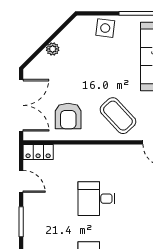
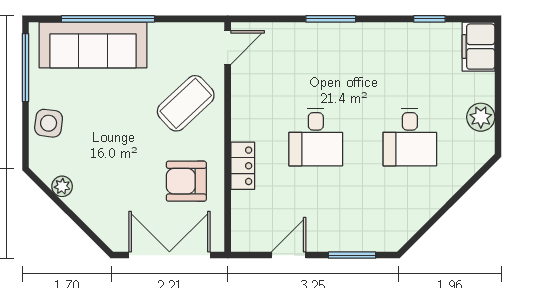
plant: (53, 49) -> (62, 186), moved
armchair: (68, 116) -> (186, 181), turned 180
locker: (38, 152) -> (243, 166), moved

